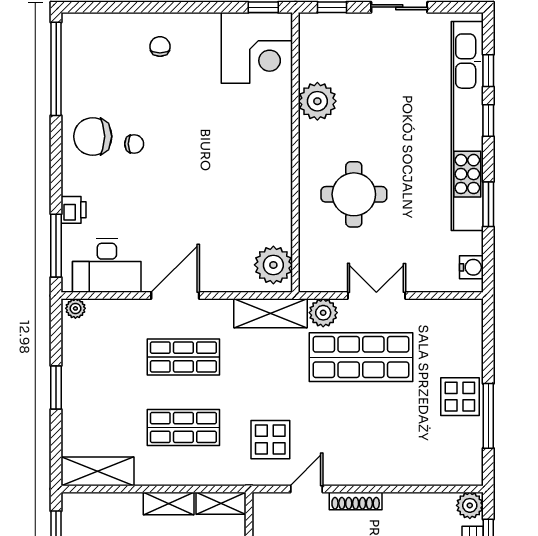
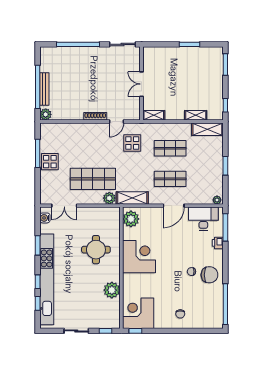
corner desk: (255, 178) -> (139, 257), added
double door: (376, 296) -> (64, 206), moved
shelving: (169, 503) -> (196, 115), moved

